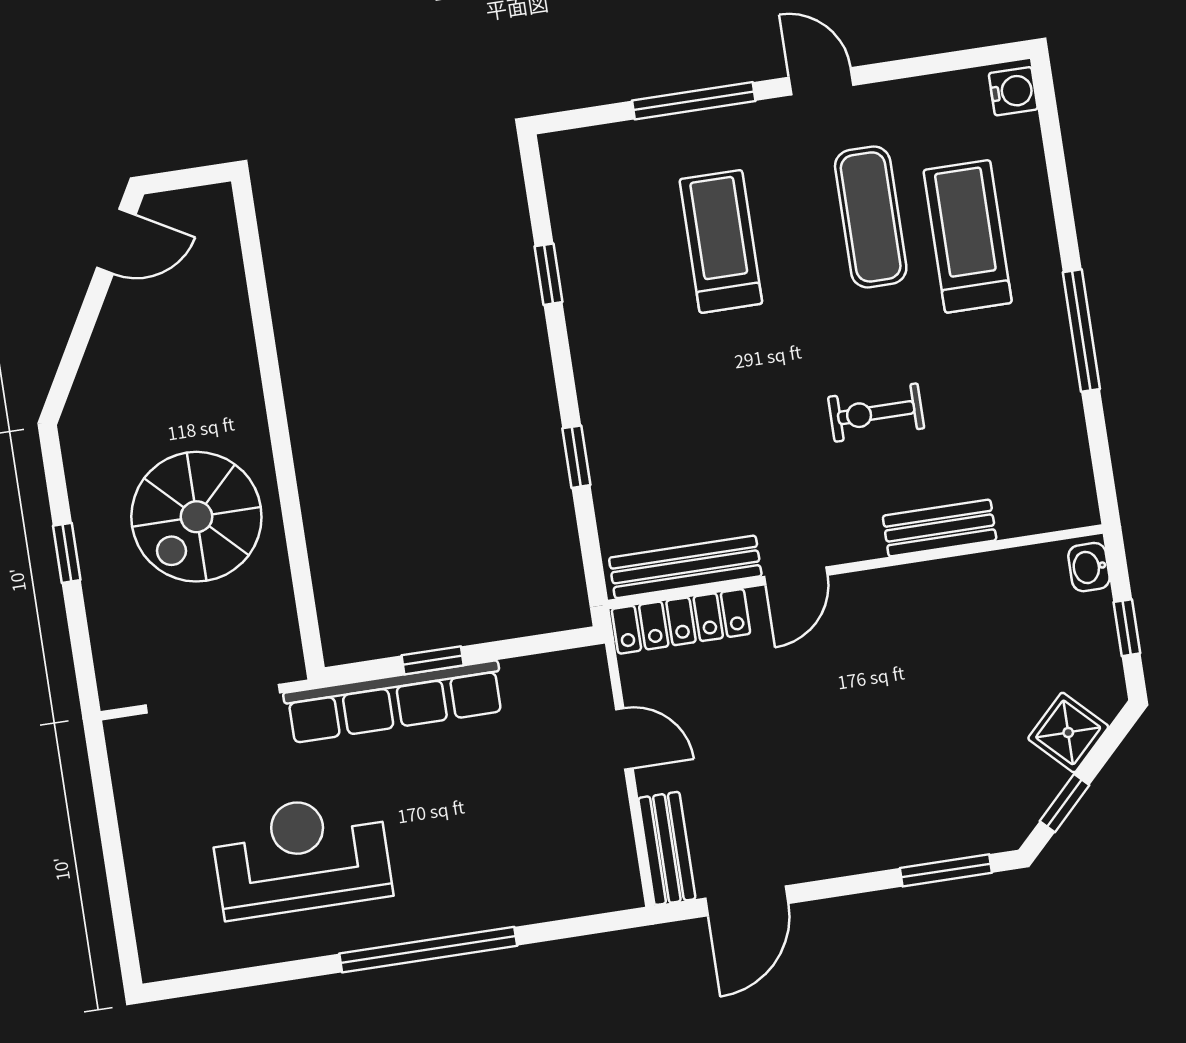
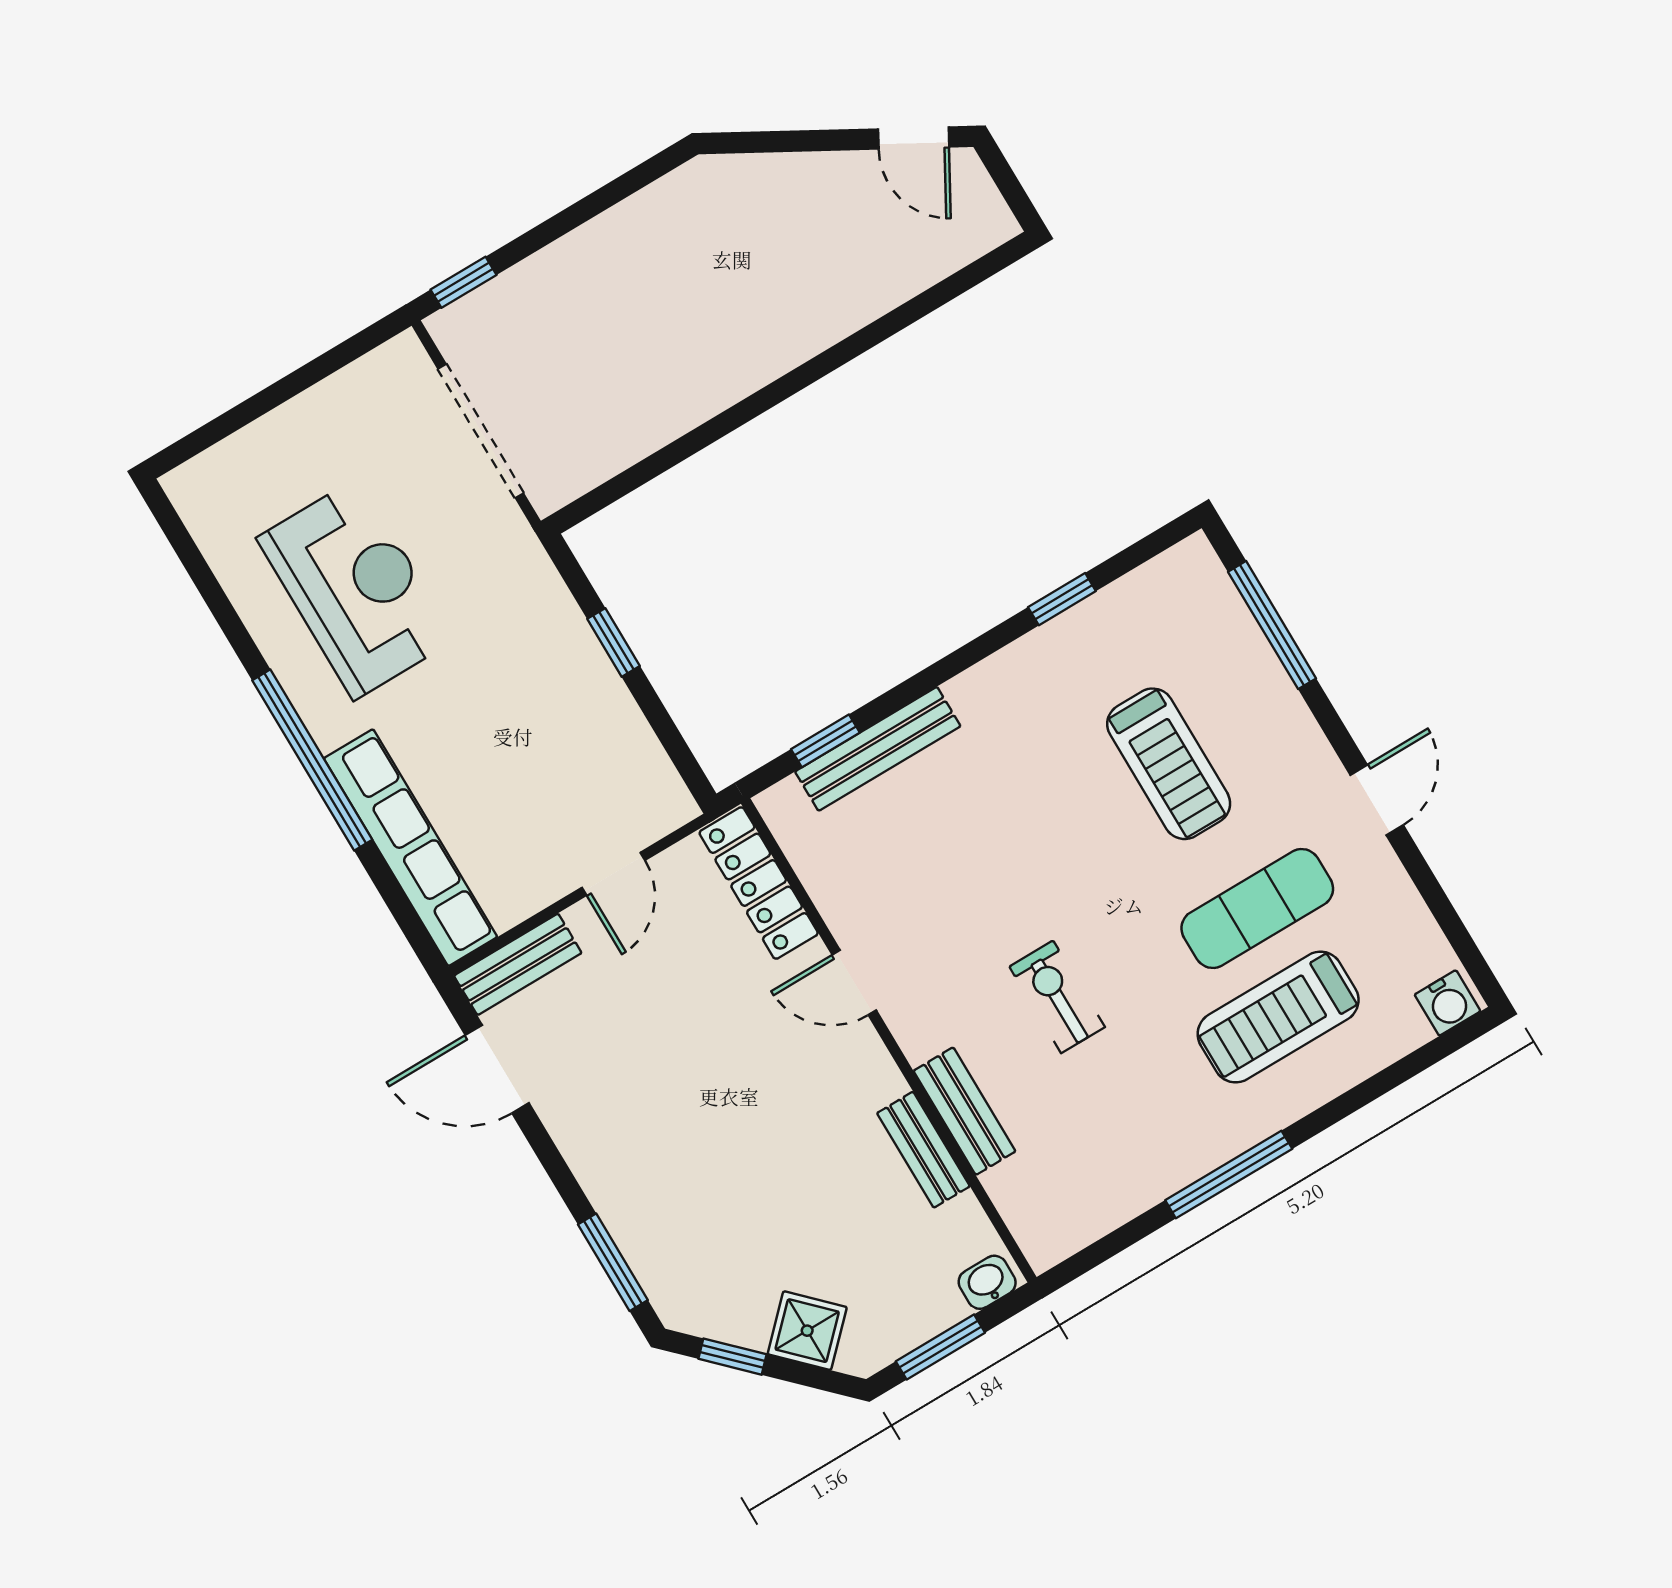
window: (694, 101) -> (1272, 625), moved
treadmill: (968, 236) -> (1278, 1017), turned 180
treadmill: (721, 241) -> (1169, 764), turned 90
window: (576, 457) -> (825, 741), moved
spiral stairs: (196, 517) -> (662, 337), removed
window: (67, 553) -> (463, 282), moved
bench: (685, 567) -> (878, 749), moved, turned 90
bench: (958, 575) -> (923, 1150), added
window: (1127, 628) -> (940, 1347), width x1.50
row of seats: (394, 702) -> (411, 848), moved, turned 180

